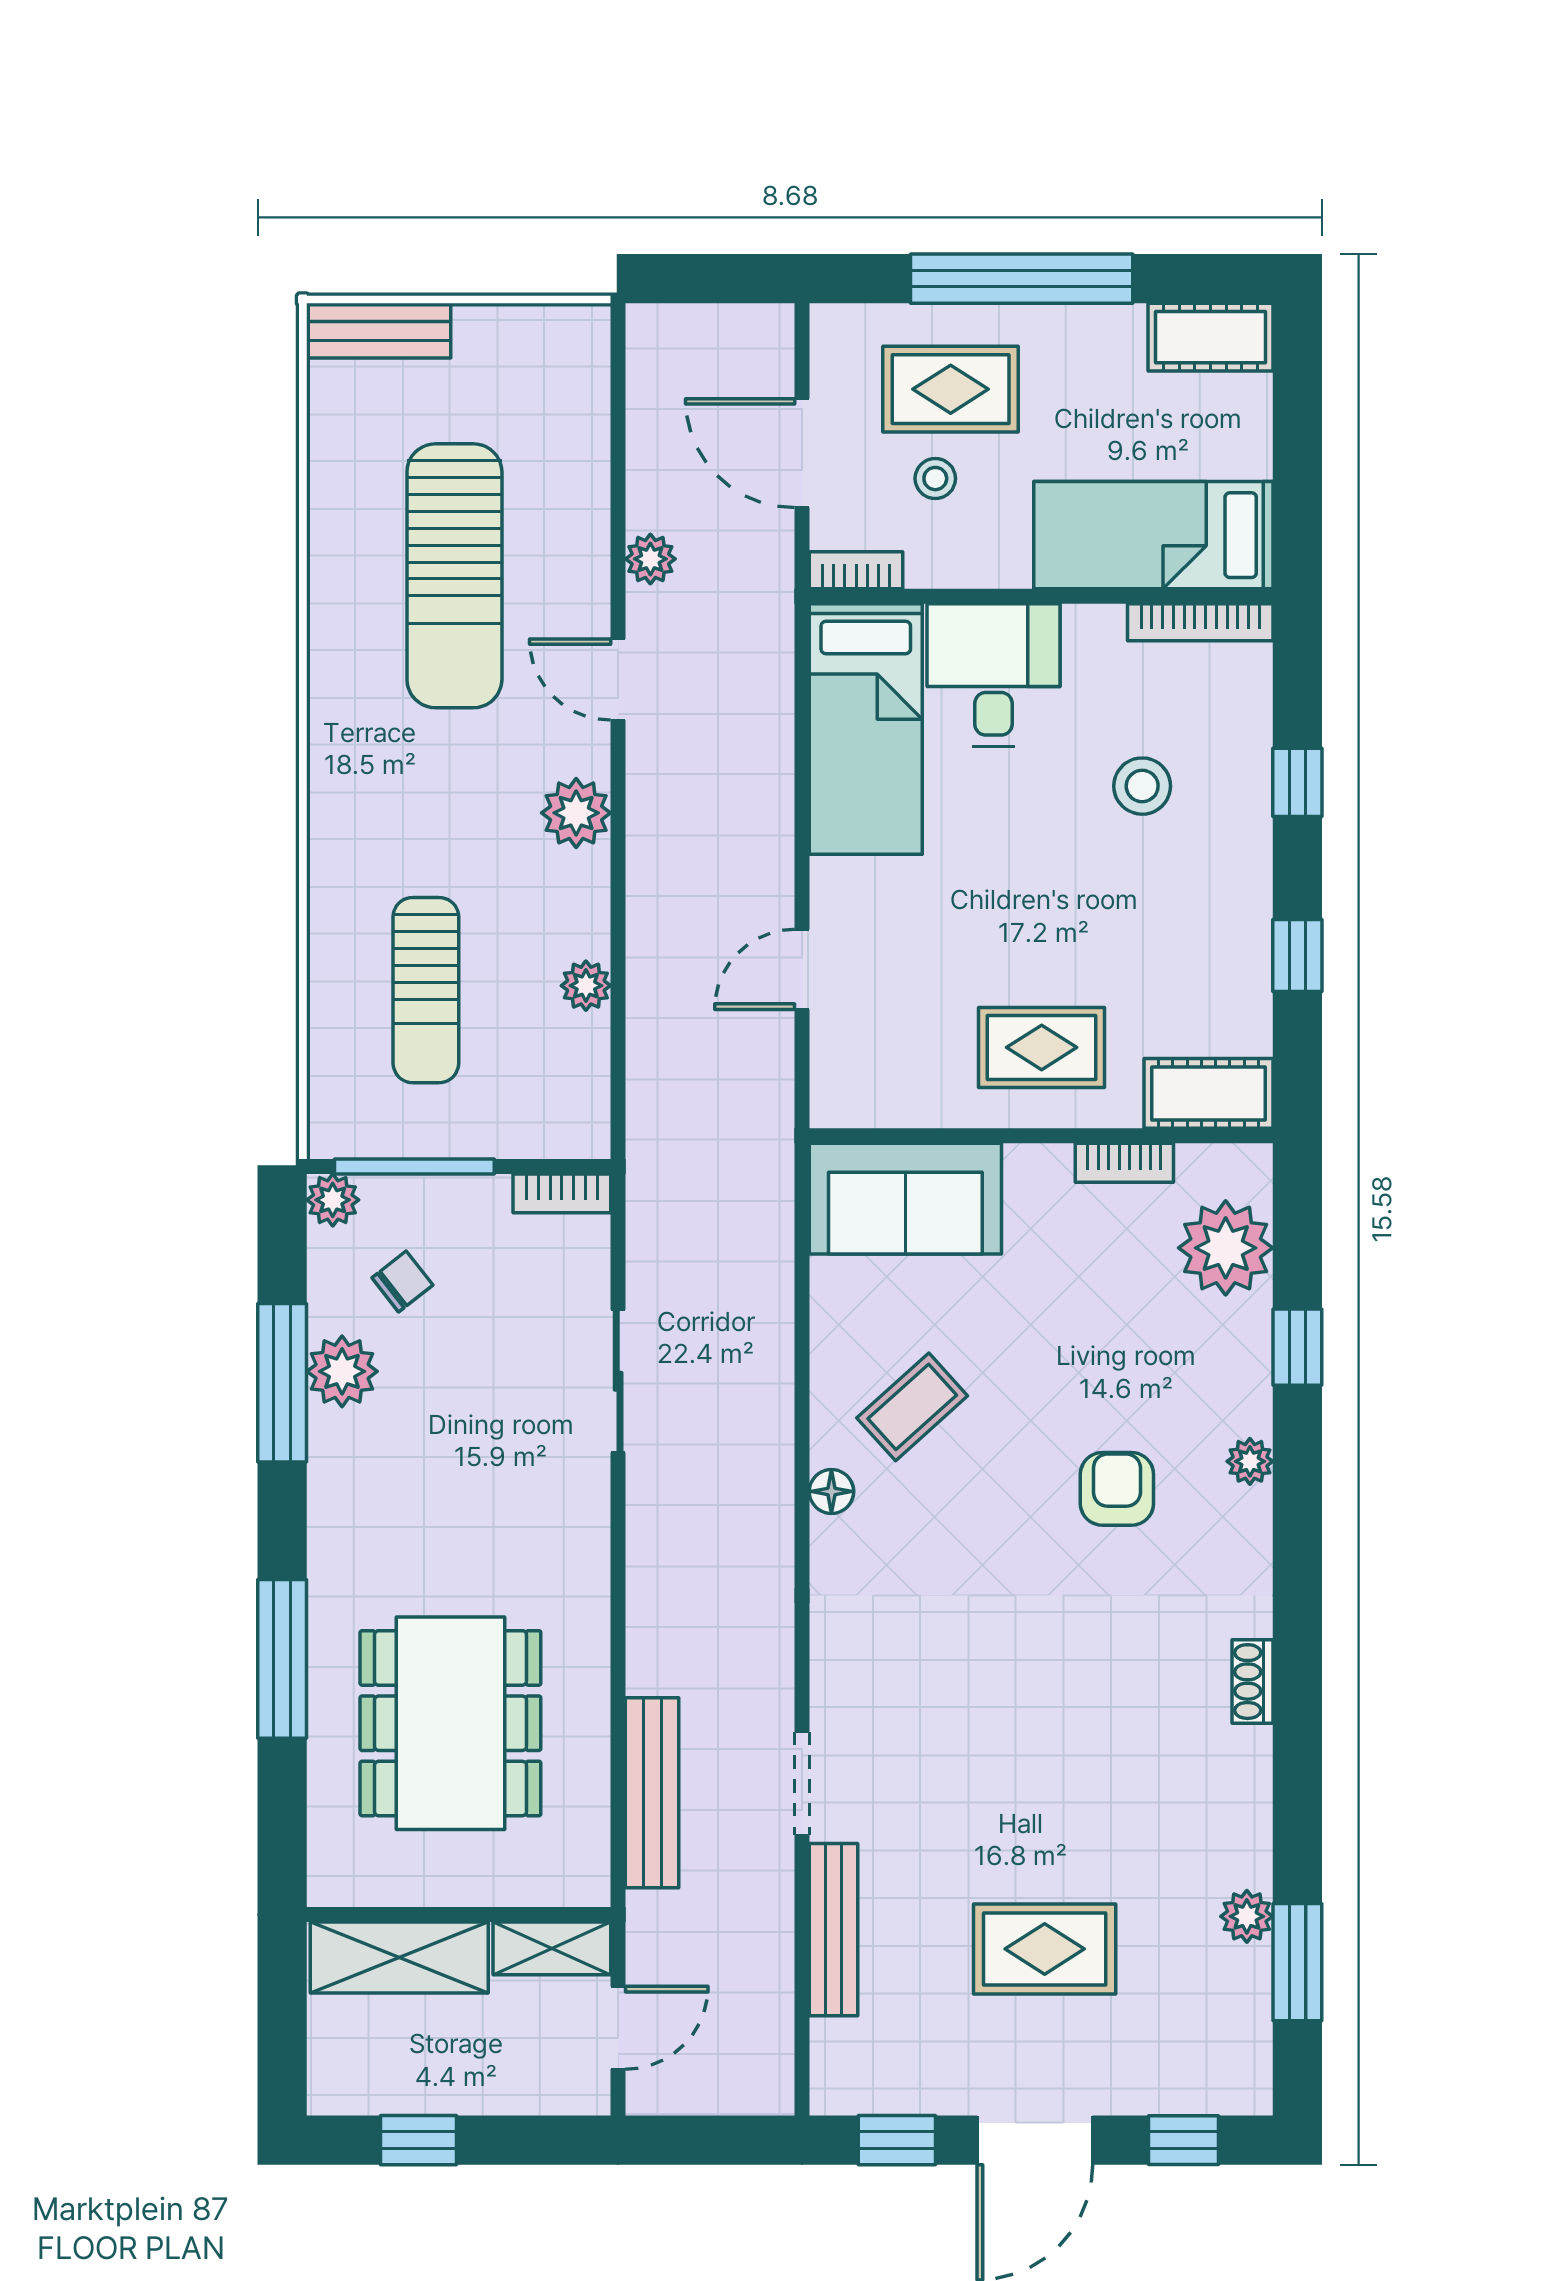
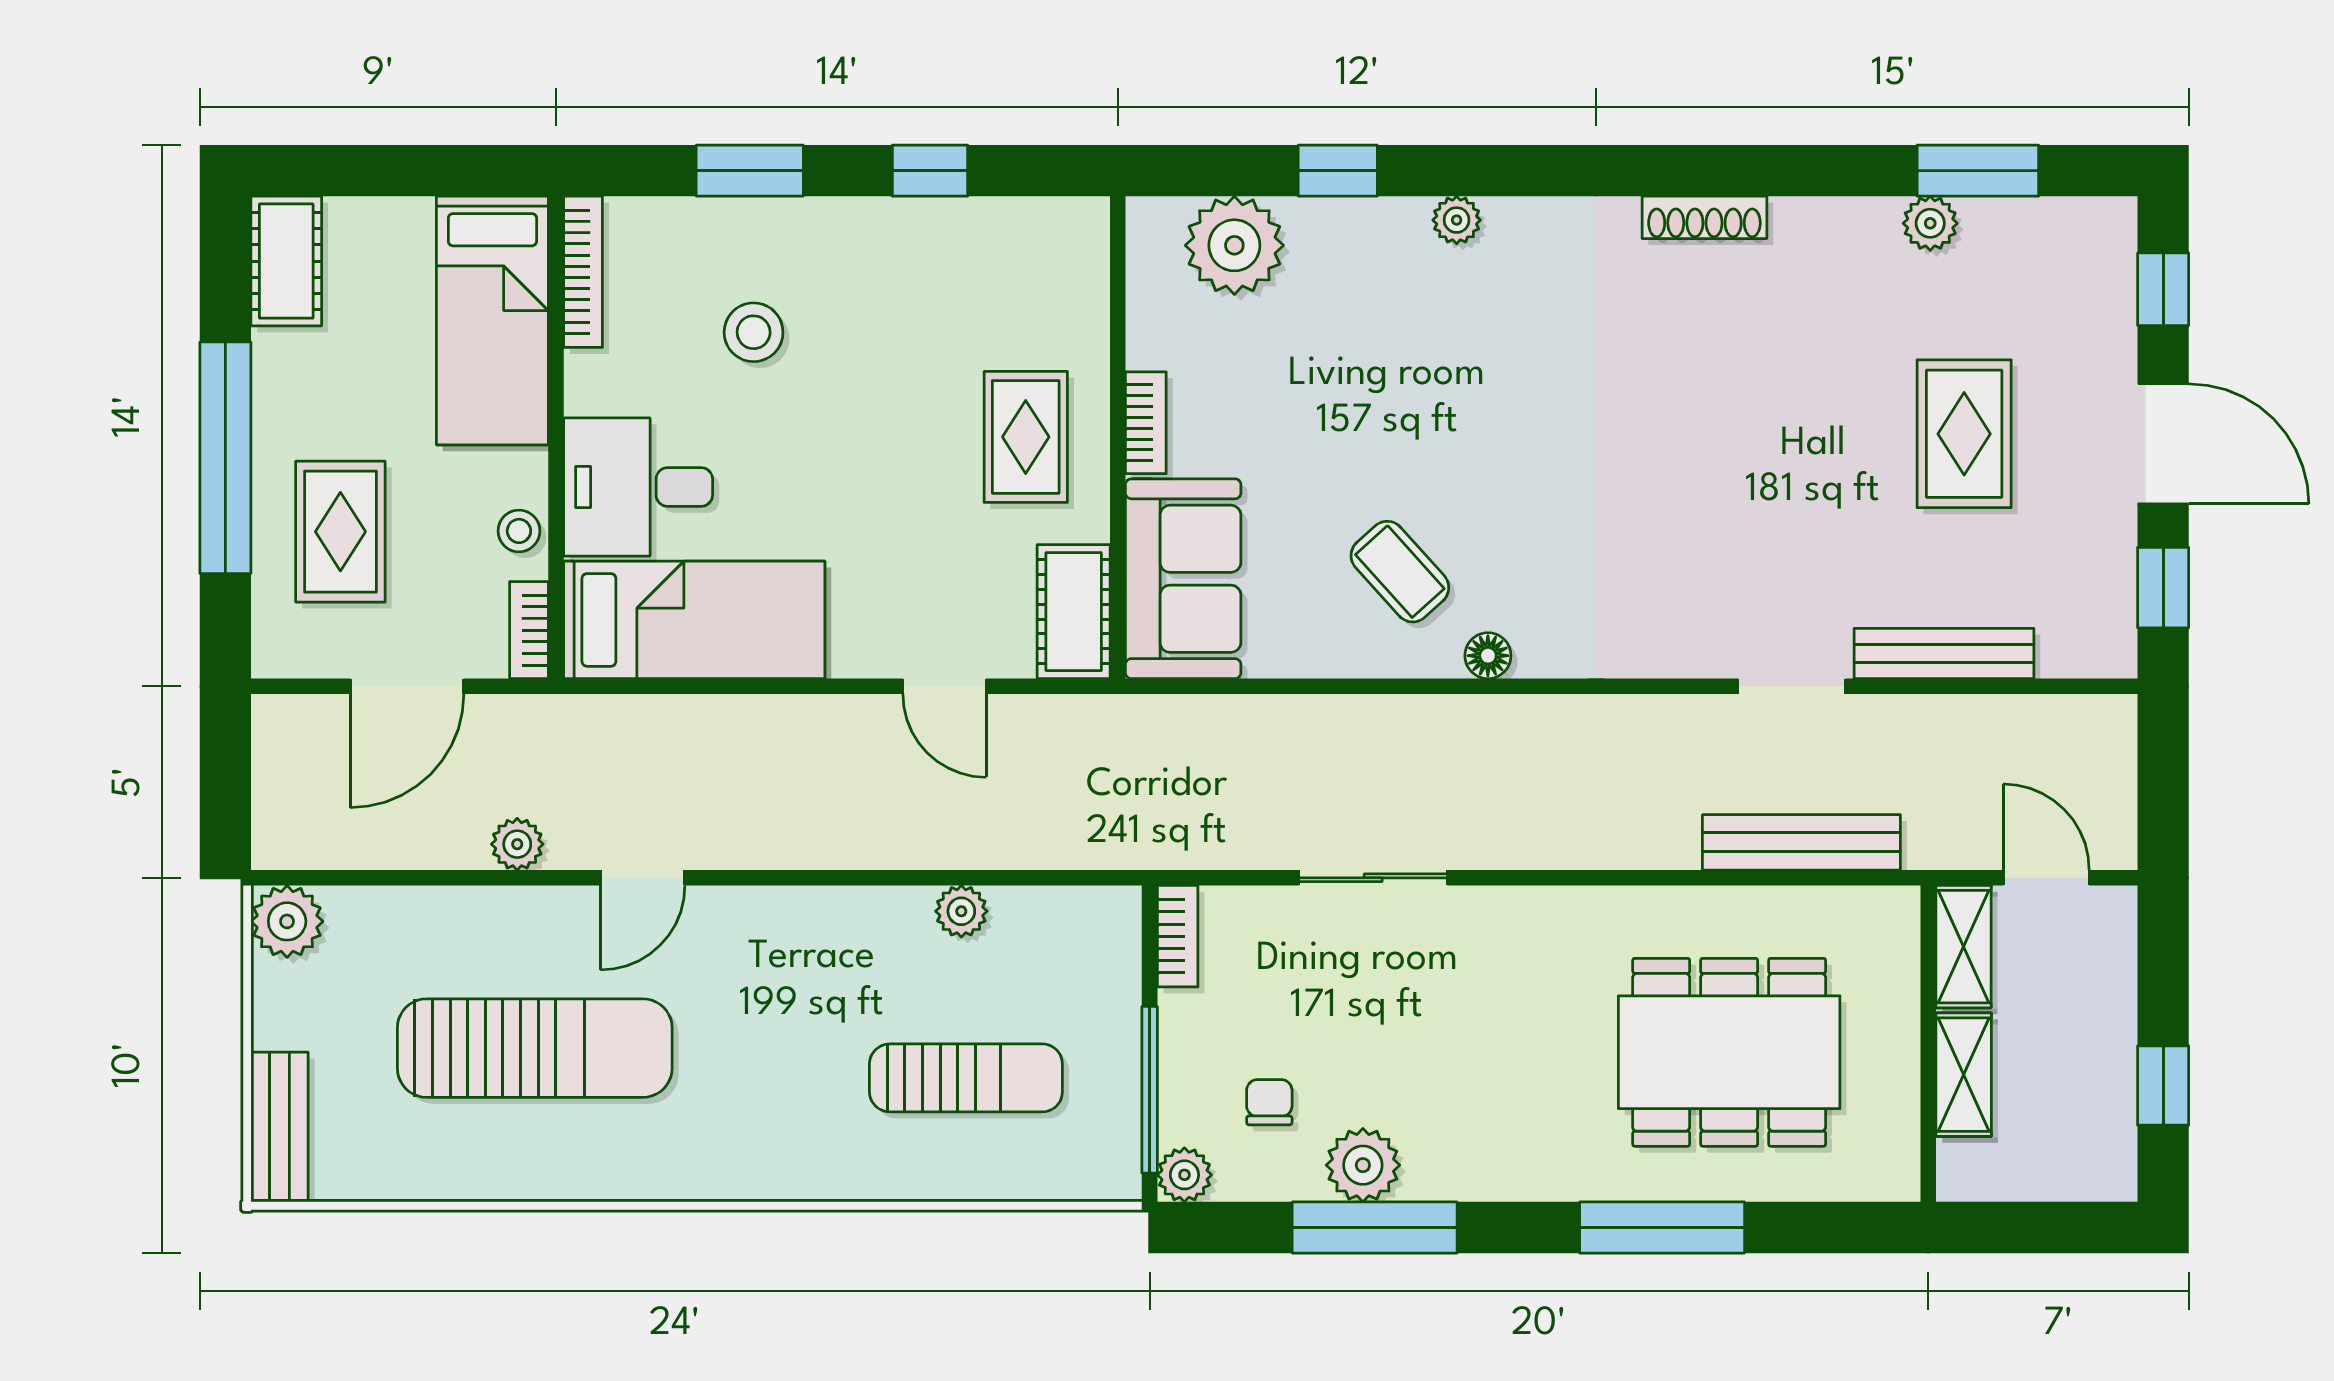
stool: (935, 479) -> (519, 531), moved
window: (1297, 782) -> (750, 171), width x1.50
plant: (576, 813) -> (287, 921), moved
cot: (1209, 1093) -> (1074, 612), moved
bookcase: (1124, 1163) -> (1146, 423), moved
chair: (402, 1281) -> (1269, 1102), turned 38
armchair: (1117, 1489) -> (1485, 358), removed
shoe rack: (1253, 1682) -> (1704, 217), width x1.43
shelving: (399, 1957) -> (1964, 1075), width x0.67, depth x0.75

